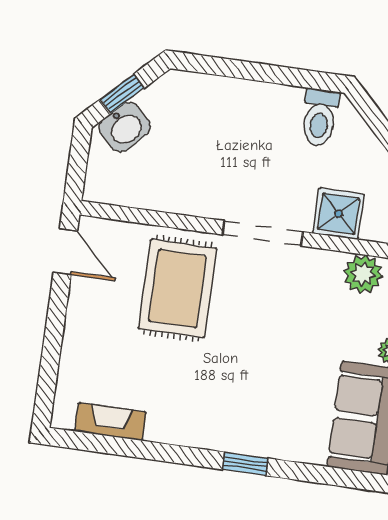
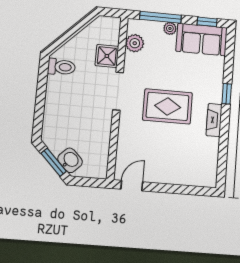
window: (123, 93) -> (54, 162), width x1.50
rug: (178, 289) -> (168, 106), moved
fireplace: (110, 422) -> (214, 120), moved

